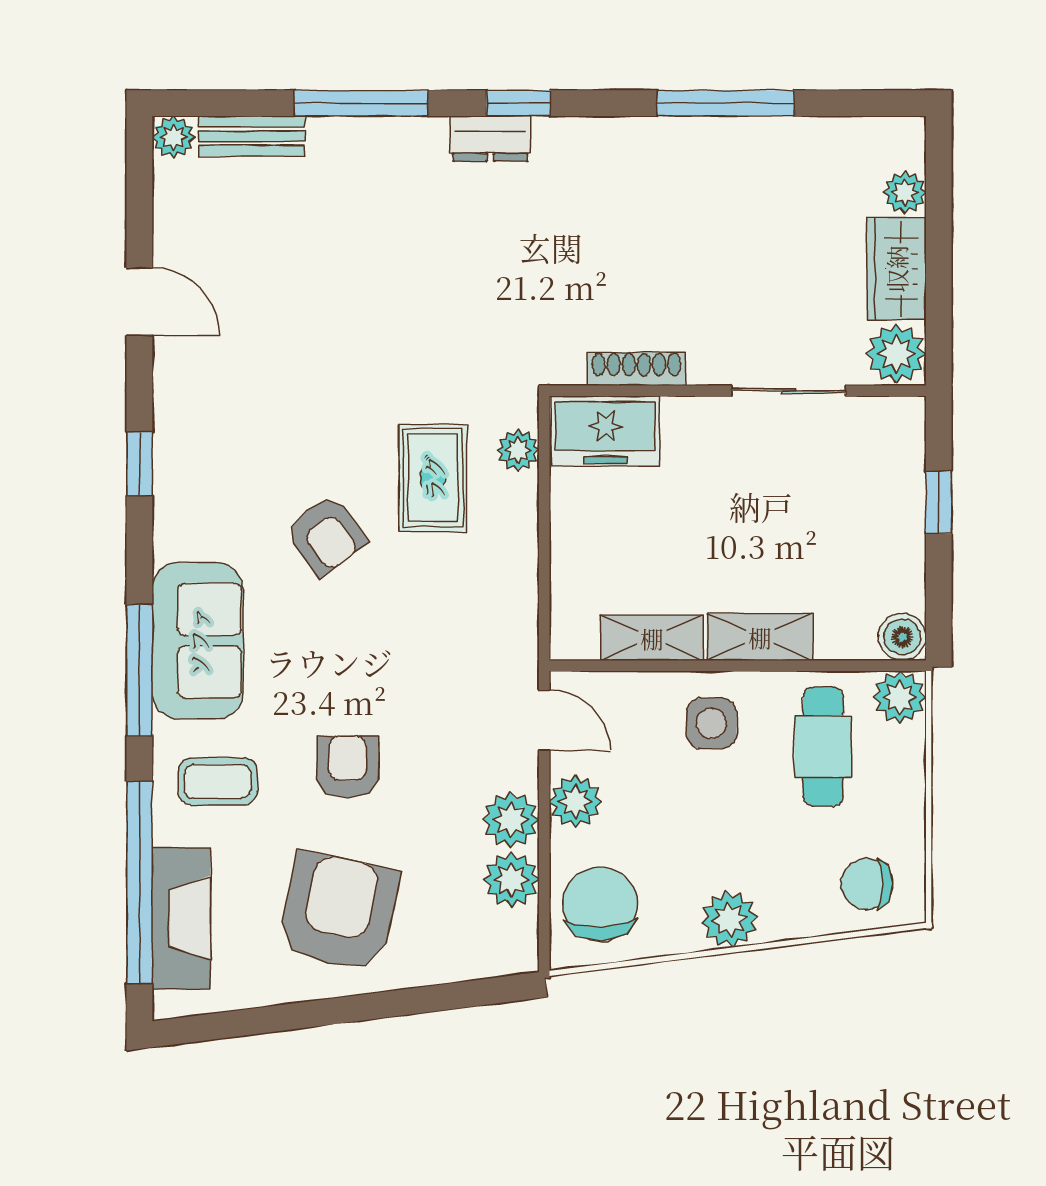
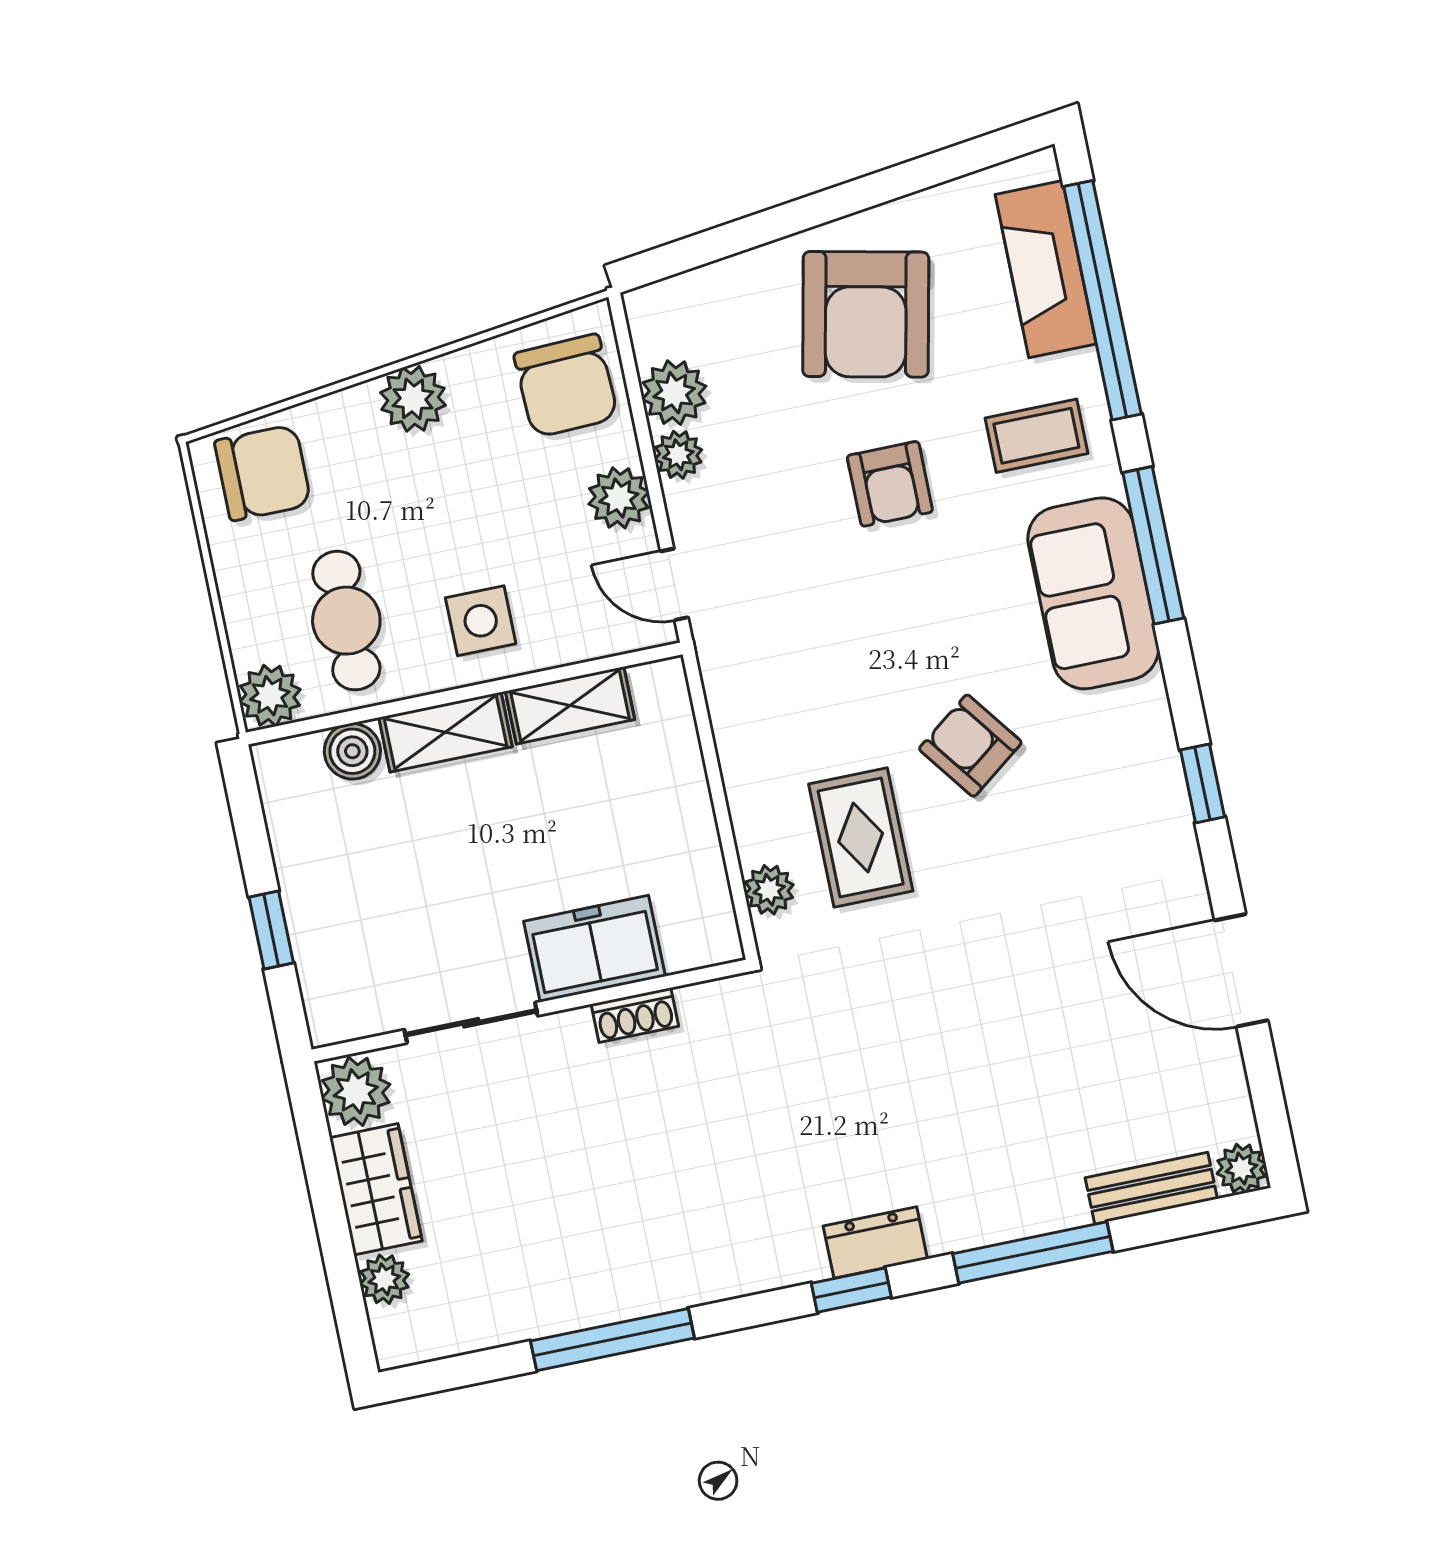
door: (139, 302) -> (1241, 970), width x1.38
shoe rack: (636, 369) -> (635, 1015), width x0.70
freezer: (605, 431) -> (594, 949), moved
boiler: (902, 637) -> (352, 751), moved
plant: (511, 820) -> (678, 455), width x0.73, depth x0.73
chair: (867, 884) -> (263, 473), width x1.37, depth x1.37

